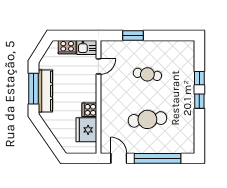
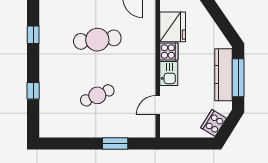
cooker: (67, 47) -> (214, 123), moved, turned -58
kitchen sink: (87, 47) -> (169, 73), moved, turned 90
cafe table: (147, 74) -> (97, 95), turned -33
window: (199, 101) -> (33, 35), moved

